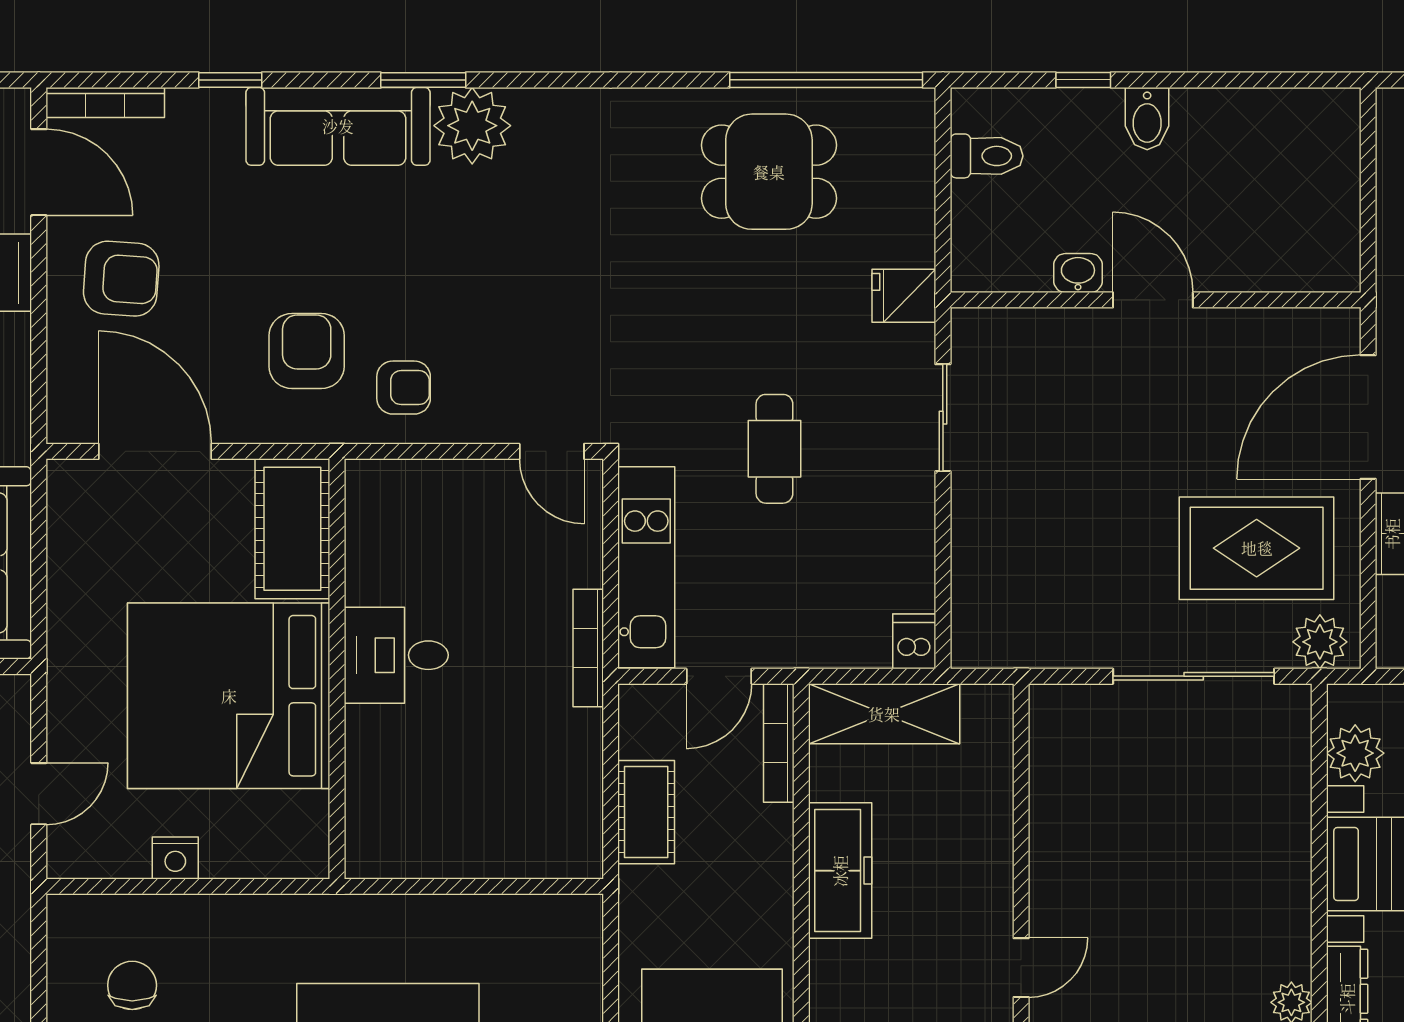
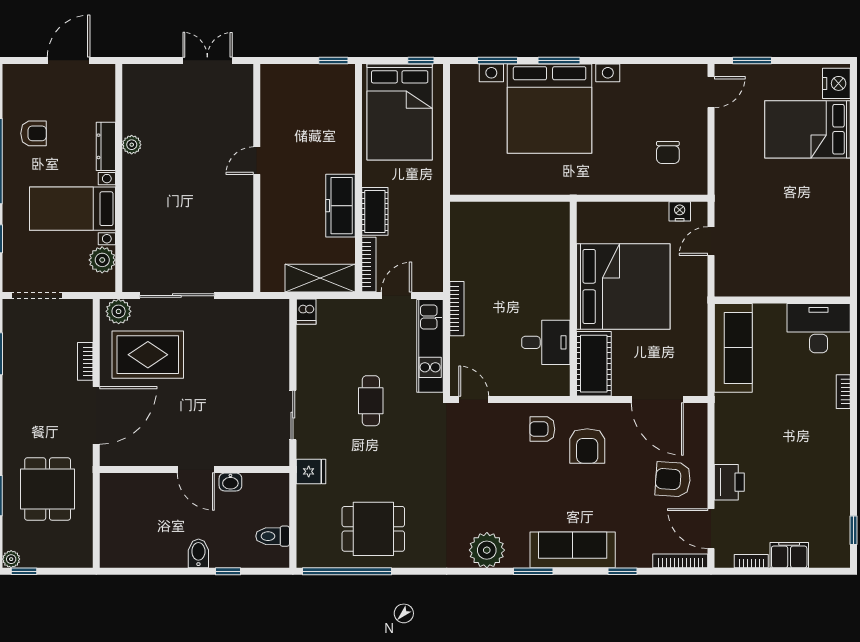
plant: (472, 126) -> (487, 550), moved
desk: (396, 655) -> (546, 342), moved
cot: (646, 812) -> (375, 211), moved
nightstand: (175, 858) -> (680, 211), moved

